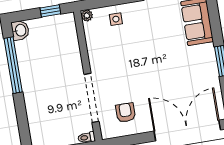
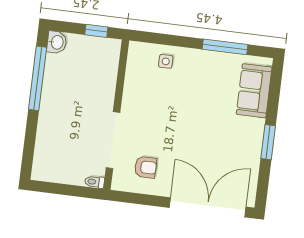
plant: (87, 15) -> (135, 48), removed
armchair: (125, 113) -> (146, 167), turned 90

